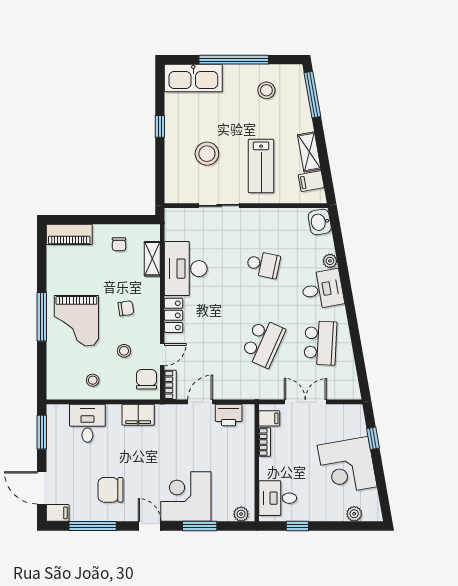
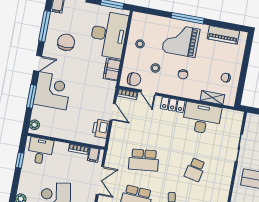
piano: (69, 234) -> (223, 35), moved, turned -90
school desk: (263, 343) -> (144, 160), turned -30
desk: (87, 423) -> (109, 35), width x1.87, depth x1.30

